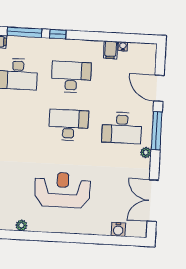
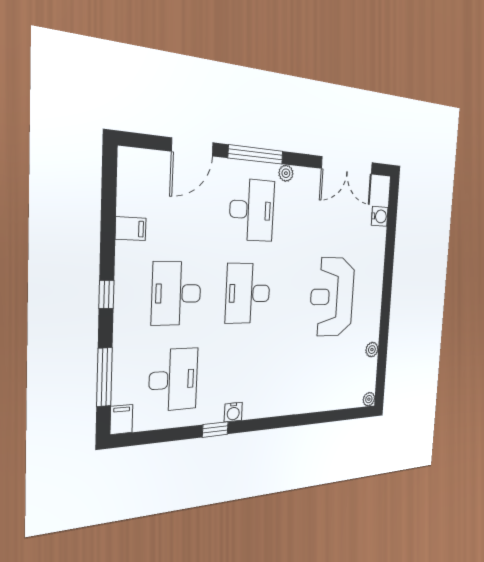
window: (58, 34) -> (106, 294), moved
water cooler: (123, 46) -> (124, 207), removed

